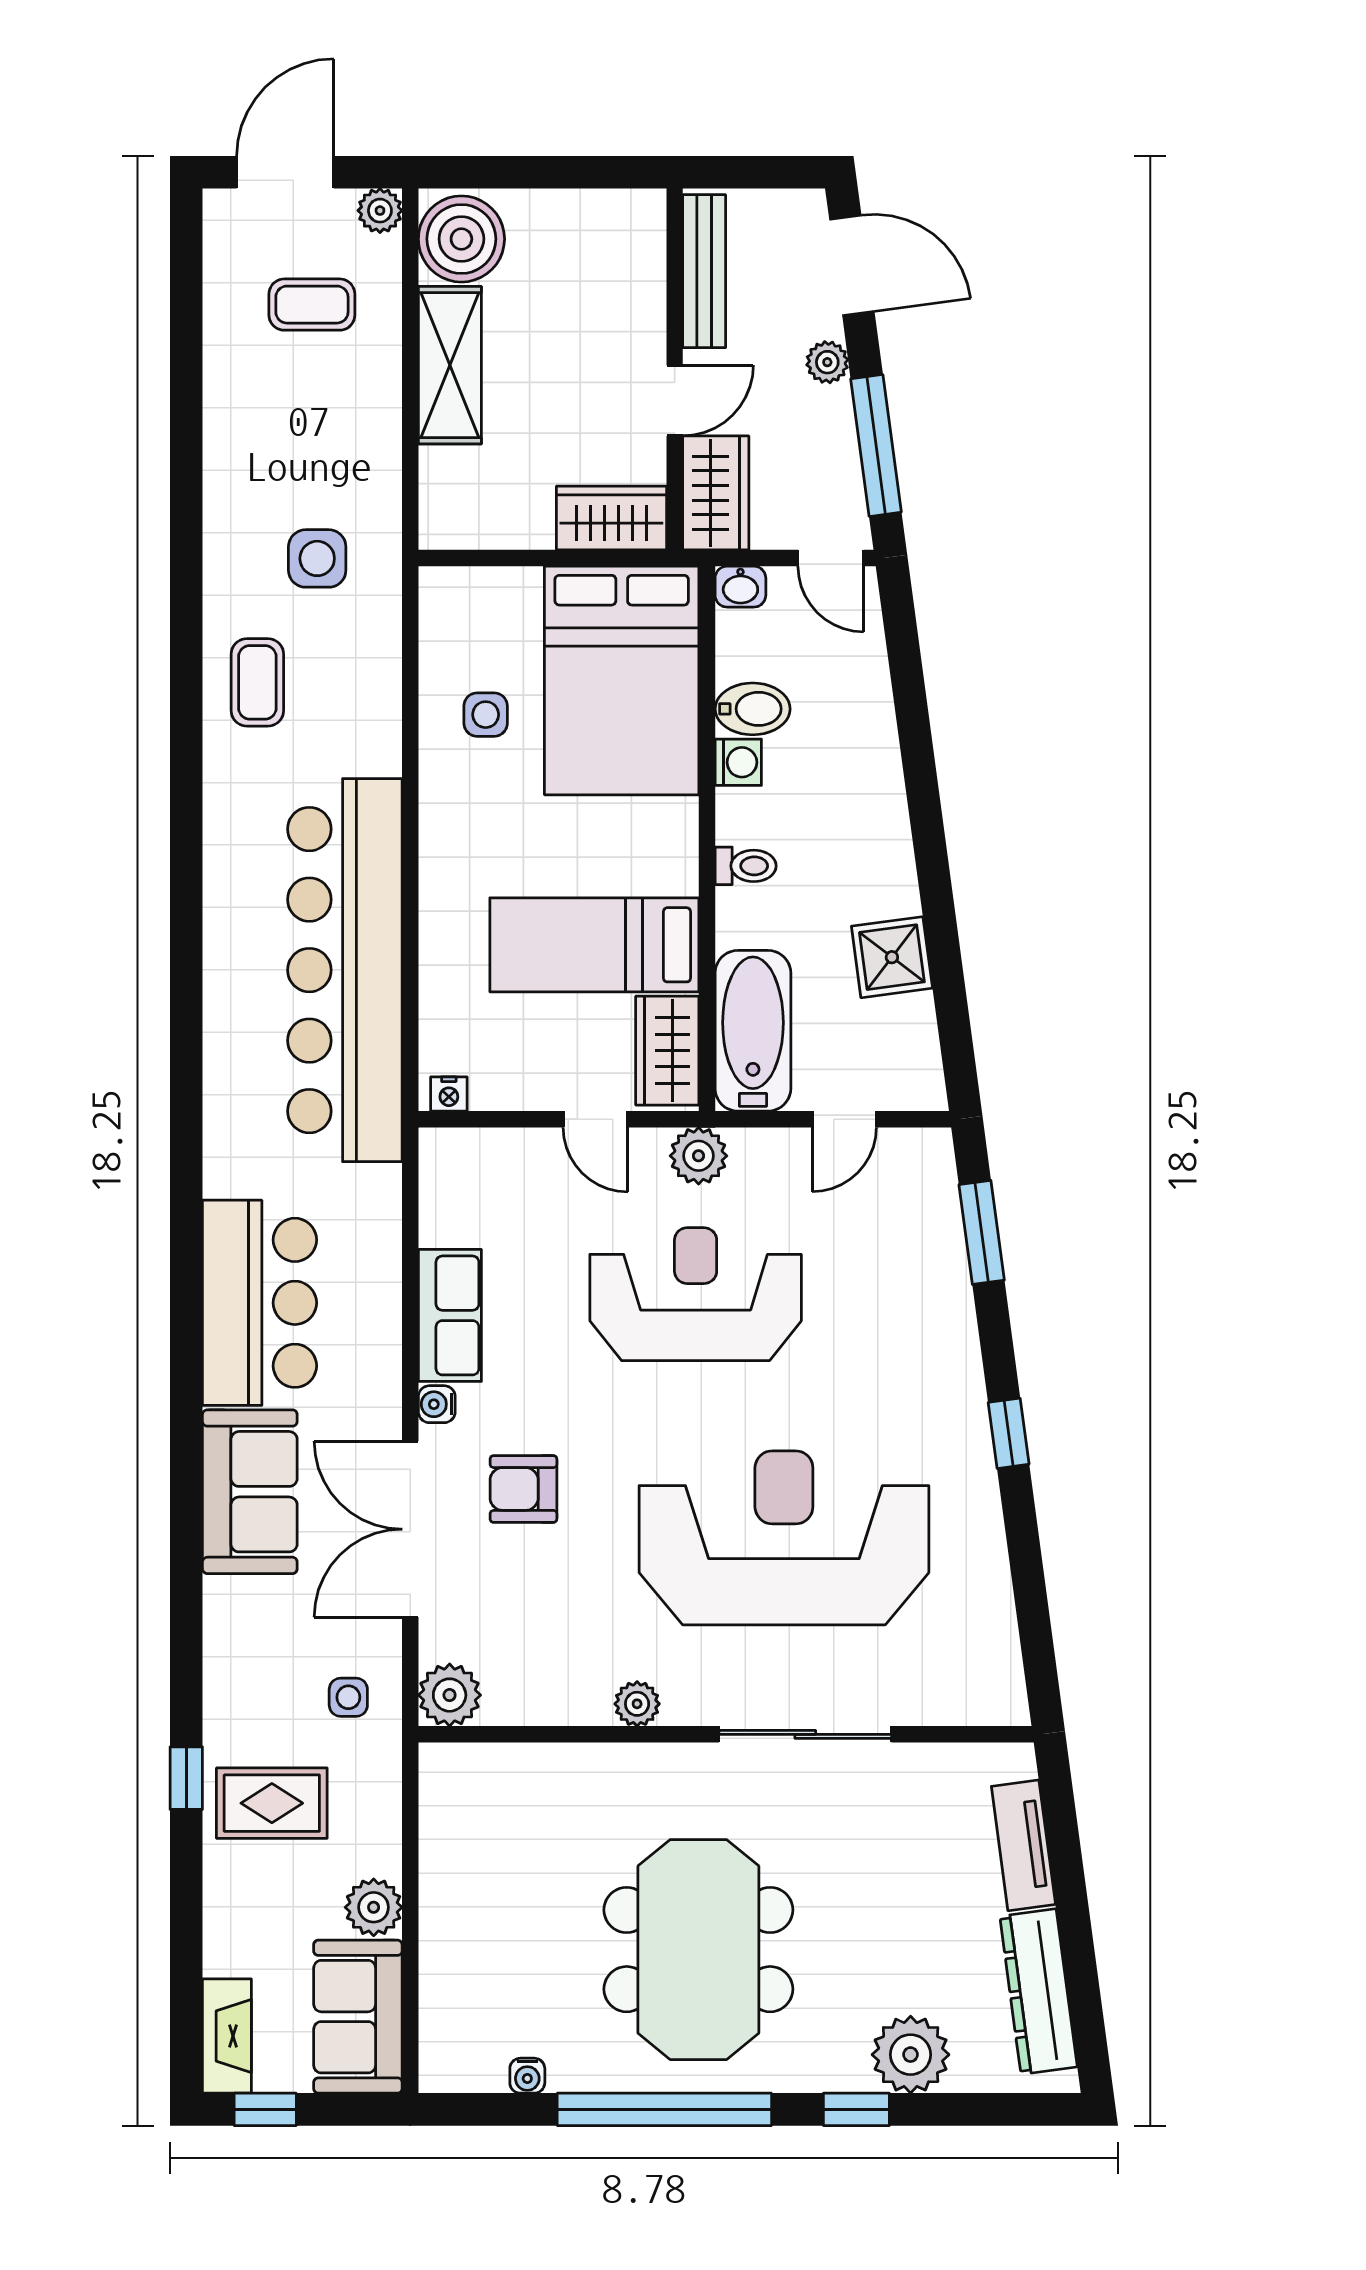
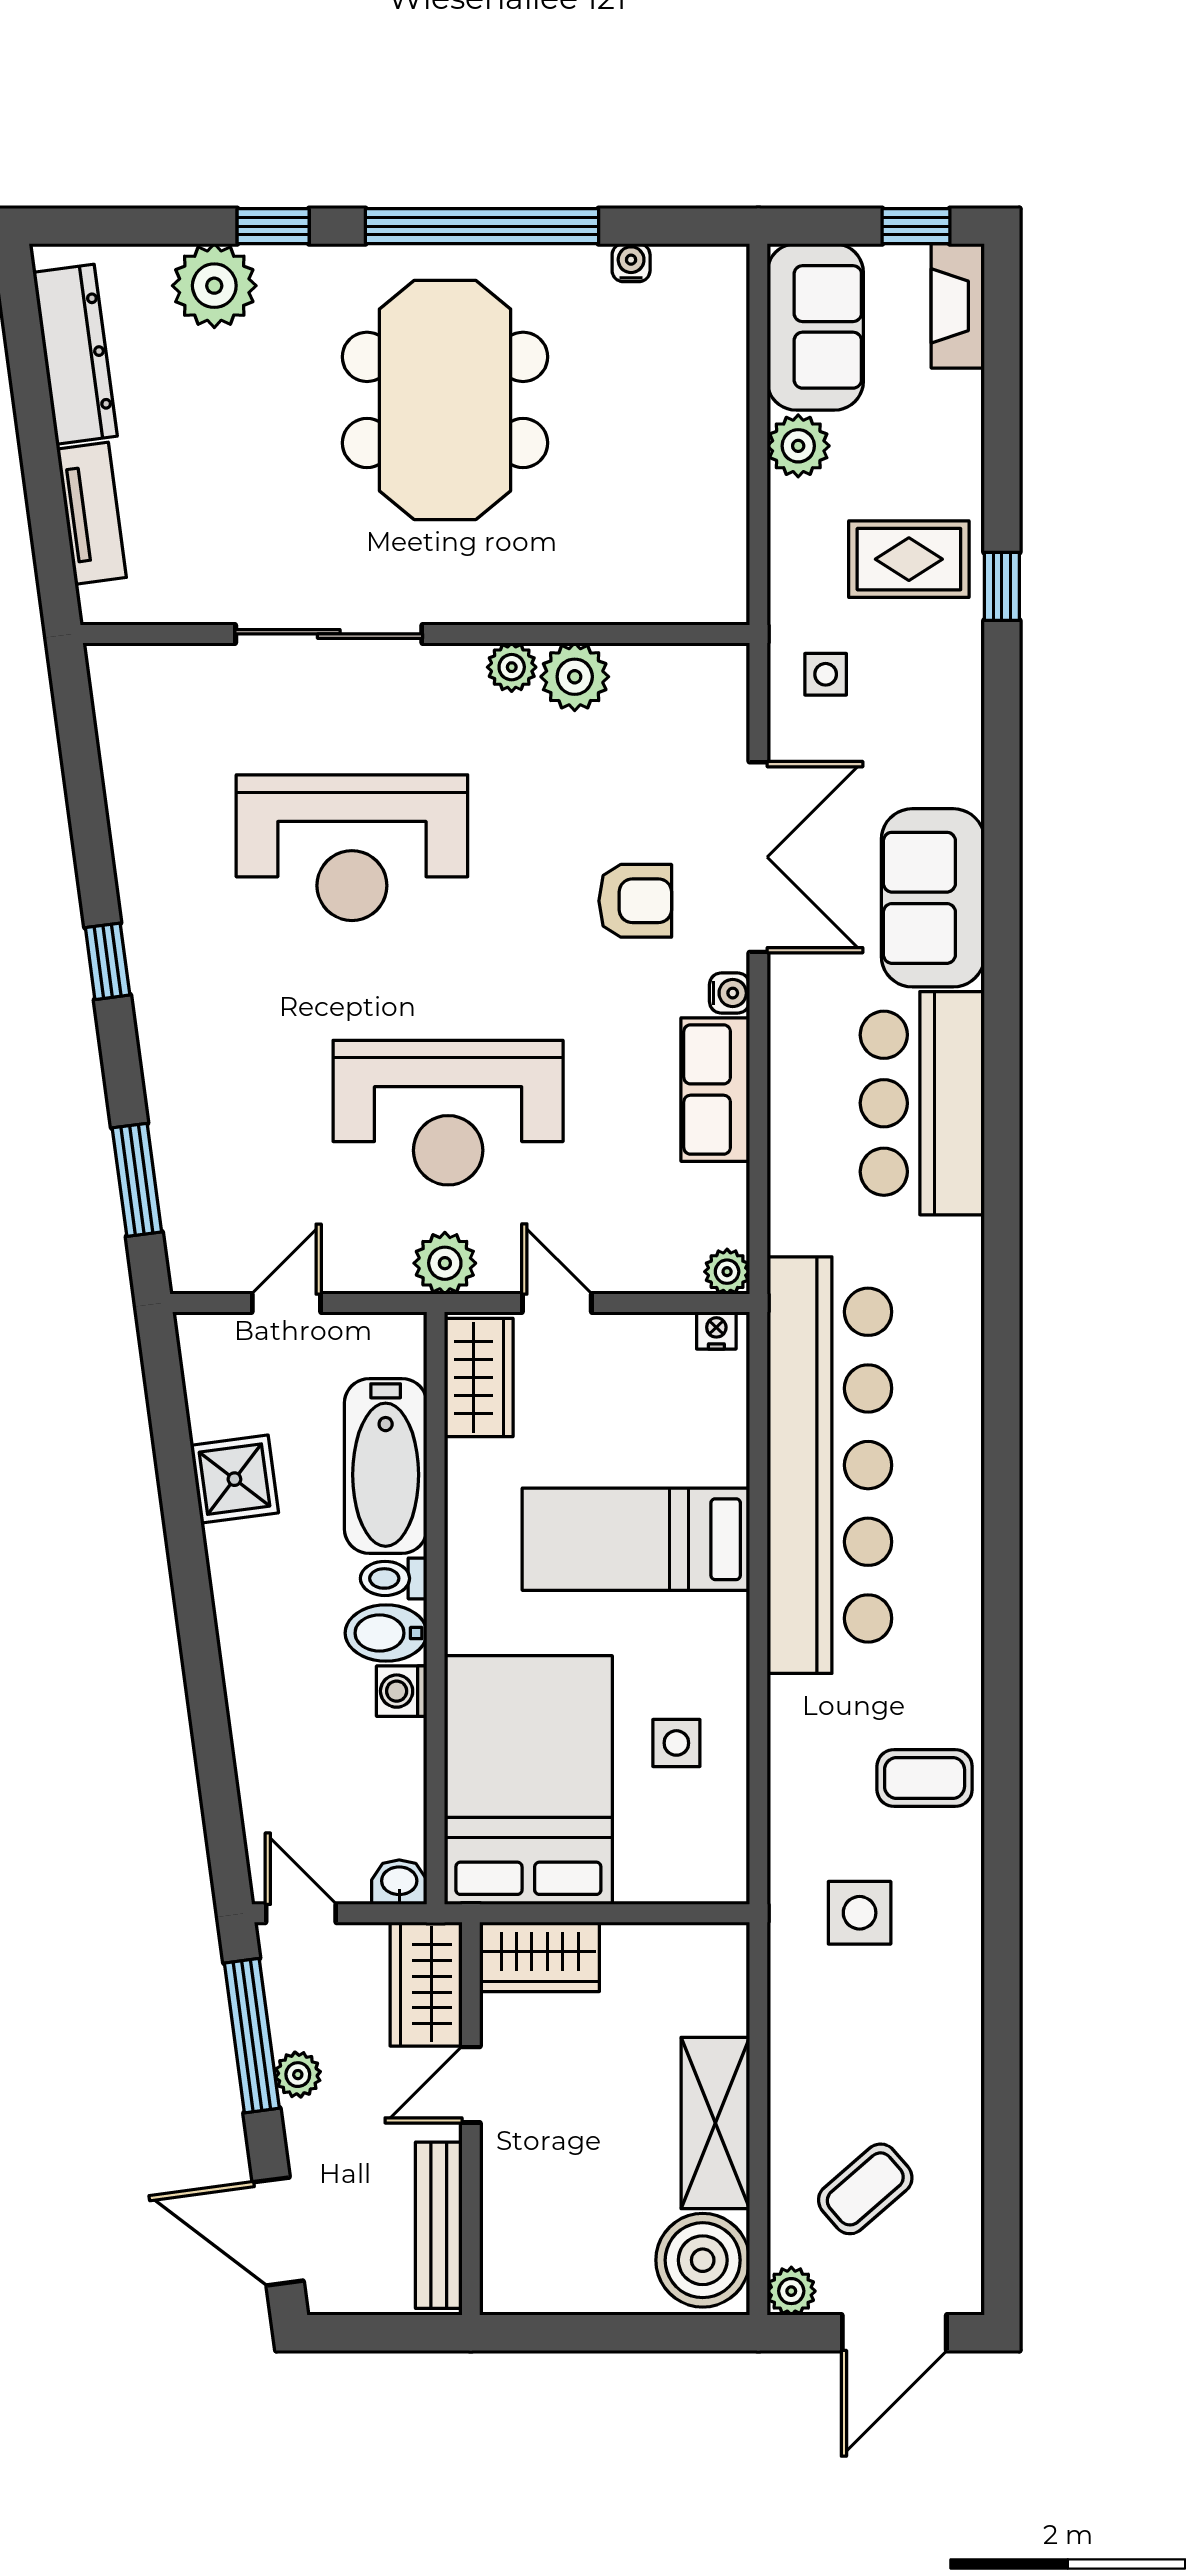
coffee table: (312, 305) -> (865, 2189), turned -41
plant: (827, 362) -> (298, 2075), moved
coffee table: (257, 682) -> (925, 1778), turned 90
bidet: (753, 709) -> (386, 1633), moved
bed: (594, 945) -> (636, 1539), moved, turned 180
bathtub: (753, 1031) -> (386, 1466), moved
plant: (439, 1148) -> (727, 1272), added
reception desk: (784, 1538) -> (352, 848), width x0.74, depth x0.77
plant: (450, 1695) -> (575, 677), moved

